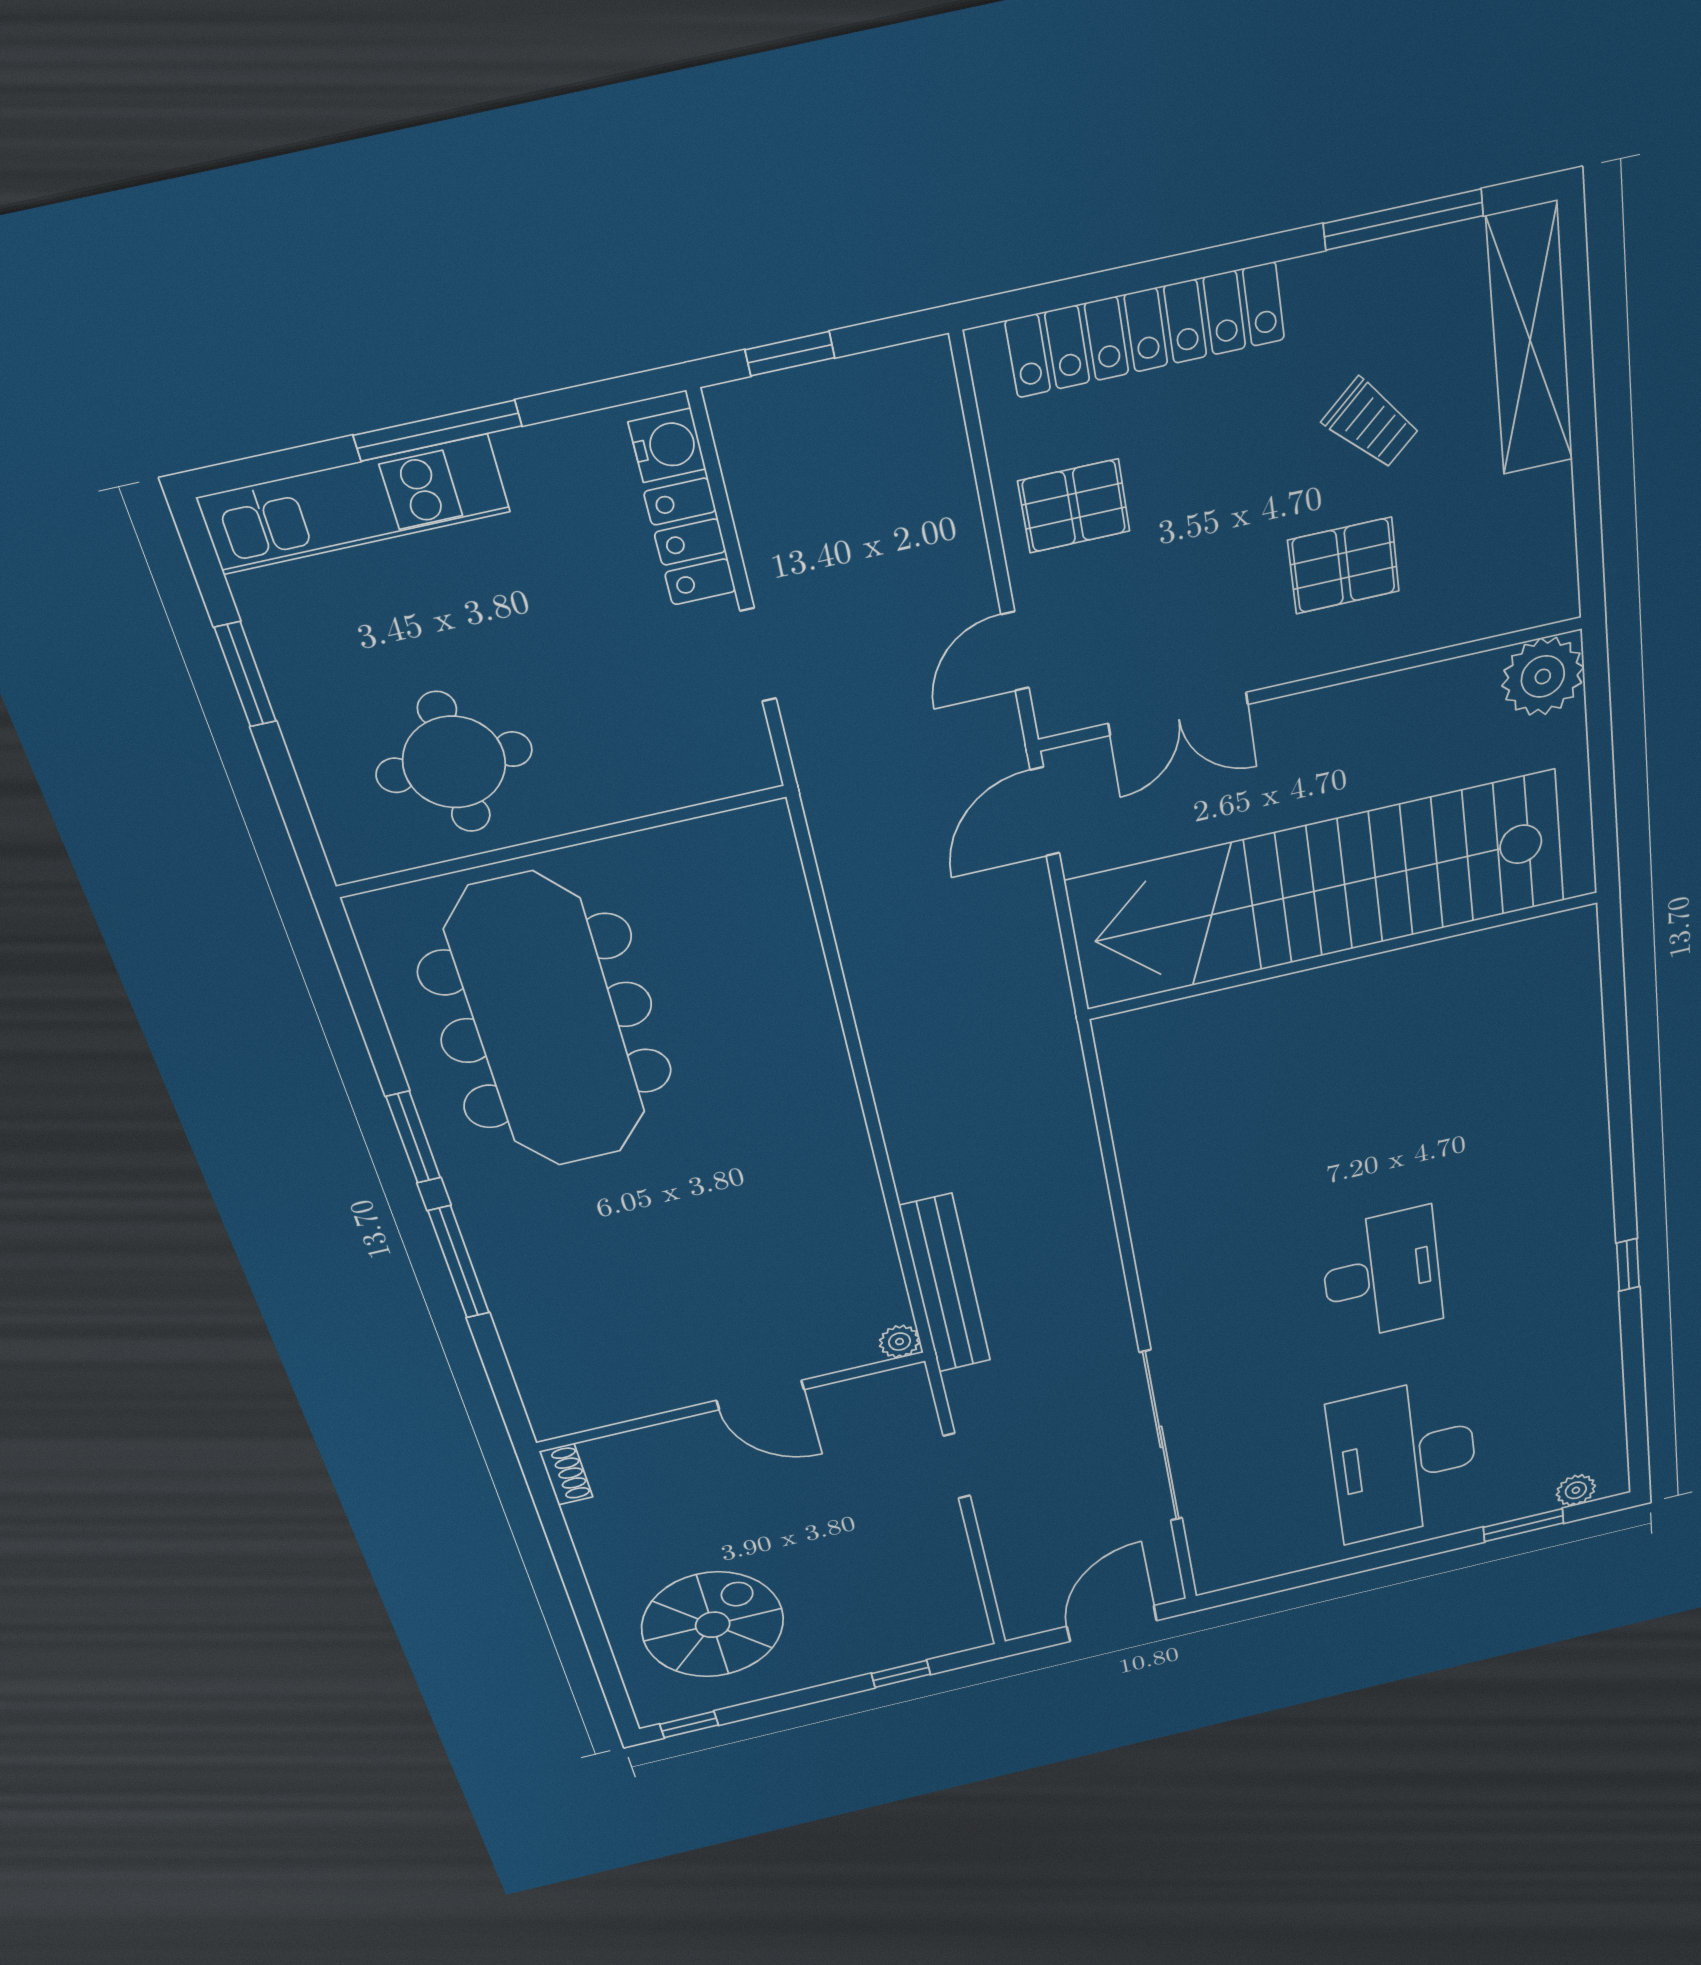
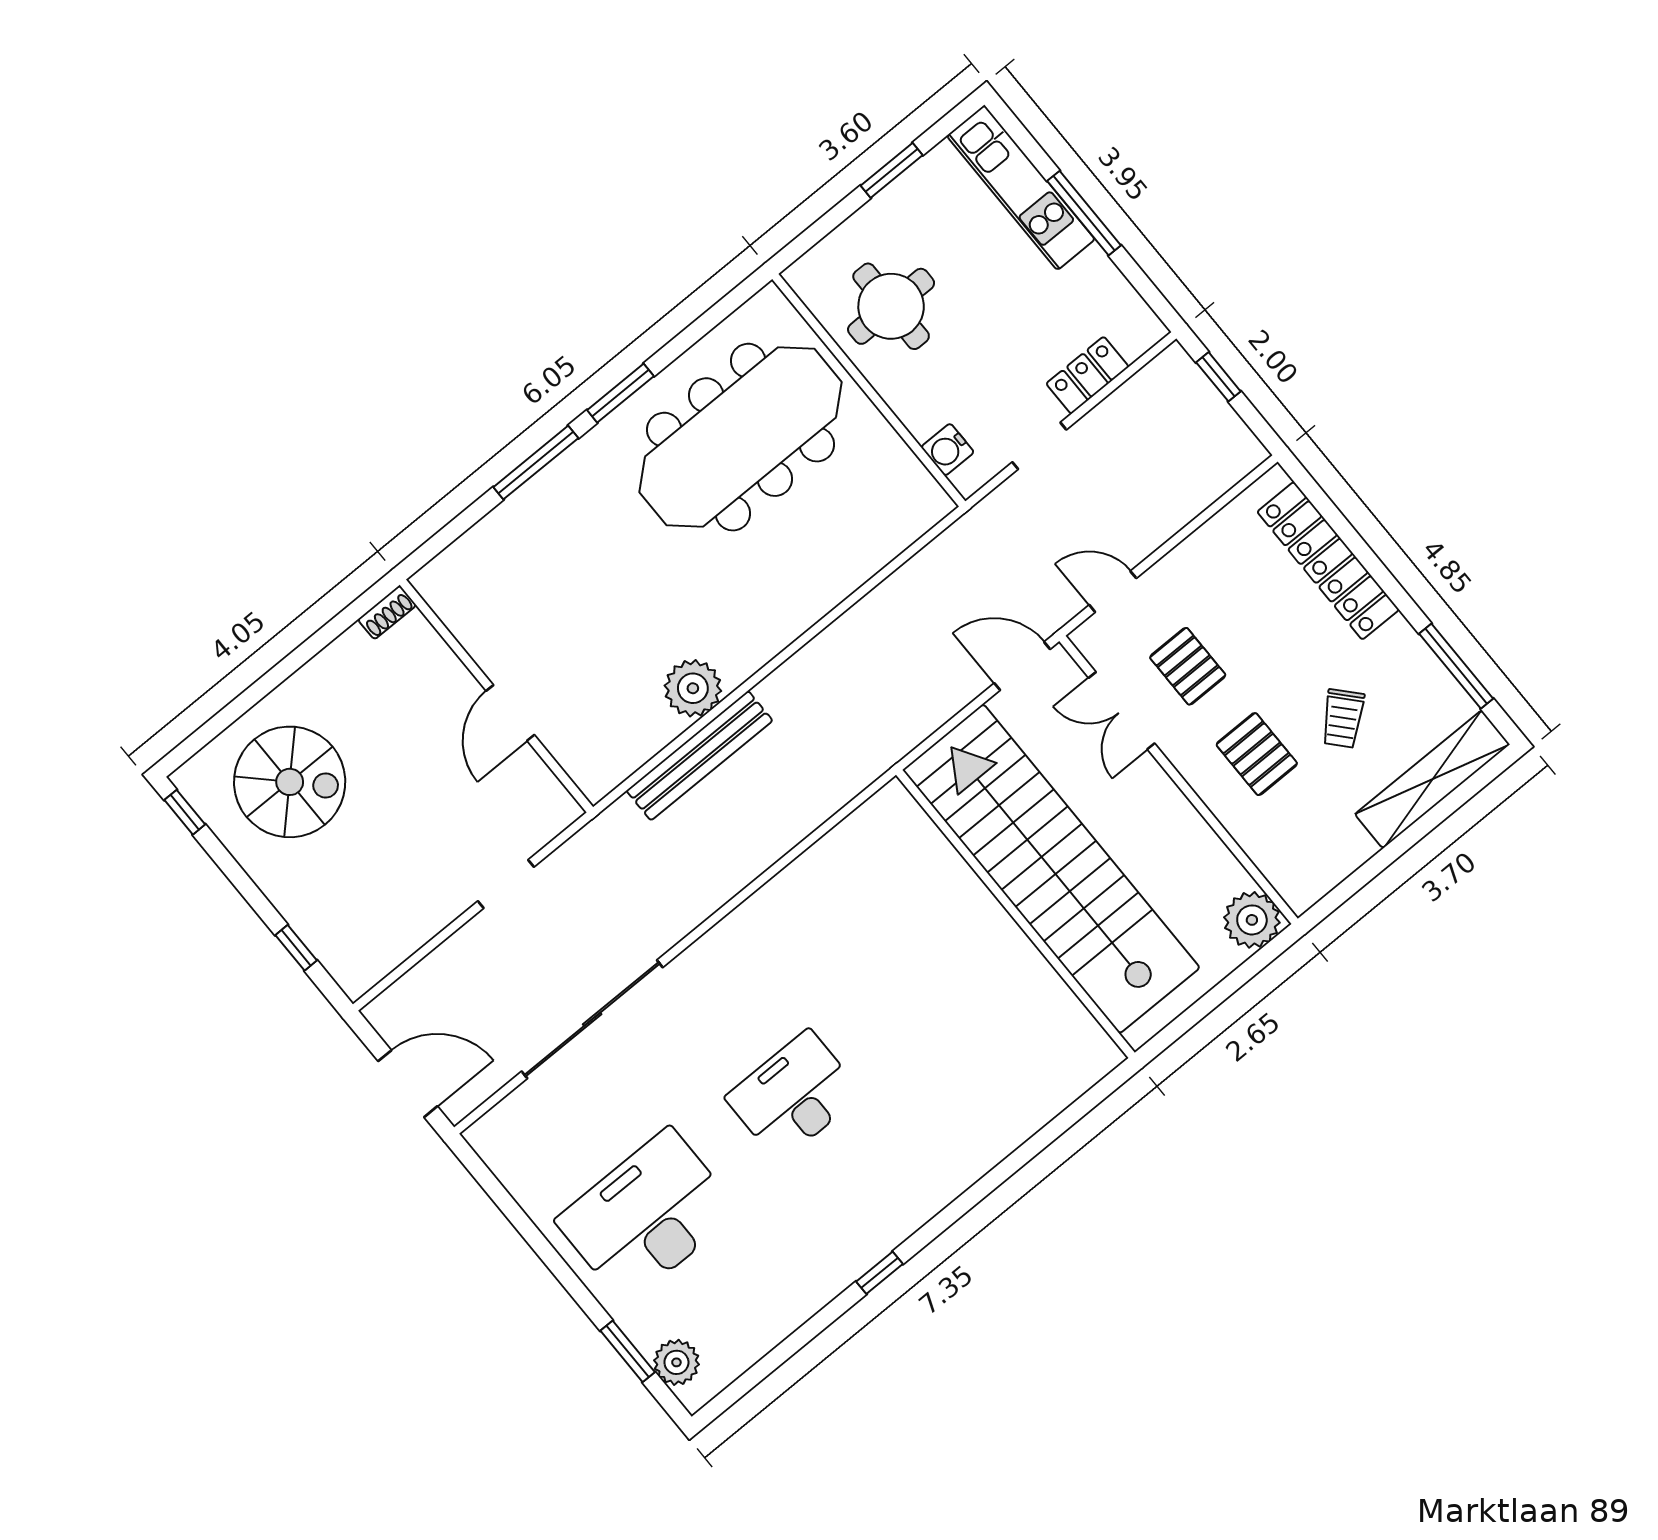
water cooler: (667, 446) -> (948, 450), moved, turned 90
pallet: (1074, 506) -> (1188, 666), moved
desk: (1382, 1275) -> (794, 1096), turned 180
bench: (945, 1284) -> (699, 756), moved
plant: (900, 1342) -> (693, 688), moved, width x1.87, depth x1.87
plant: (1576, 1490) -> (676, 1362), width x1.38, depth x1.38

